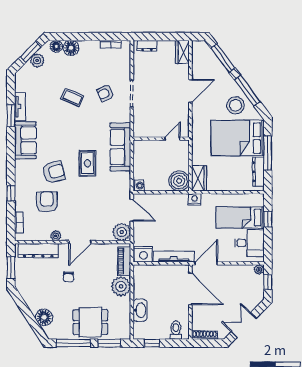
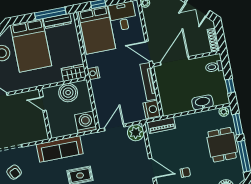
window: (268, 153) -> (50, 13), moved
boiler: (179, 181) -> (68, 93), moved
washing machine: (139, 186) -> (86, 122), width x1.89, depth x1.89
bed: (240, 218) -> (97, 30), width x1.50
plant: (121, 286) -> (224, 112), moved, width x0.53, depth x0.53

